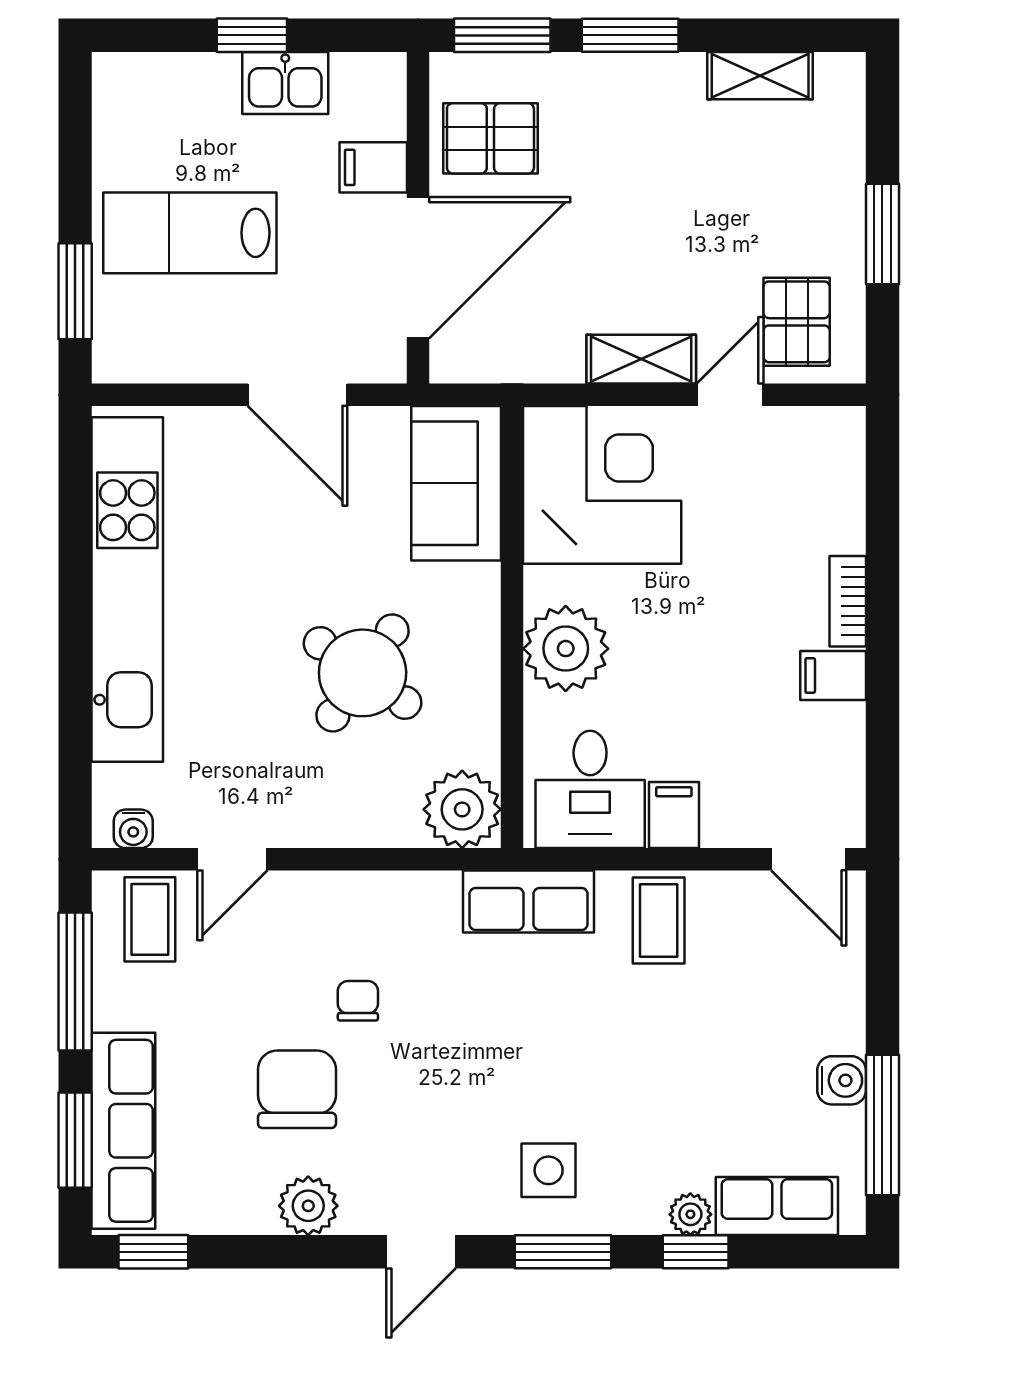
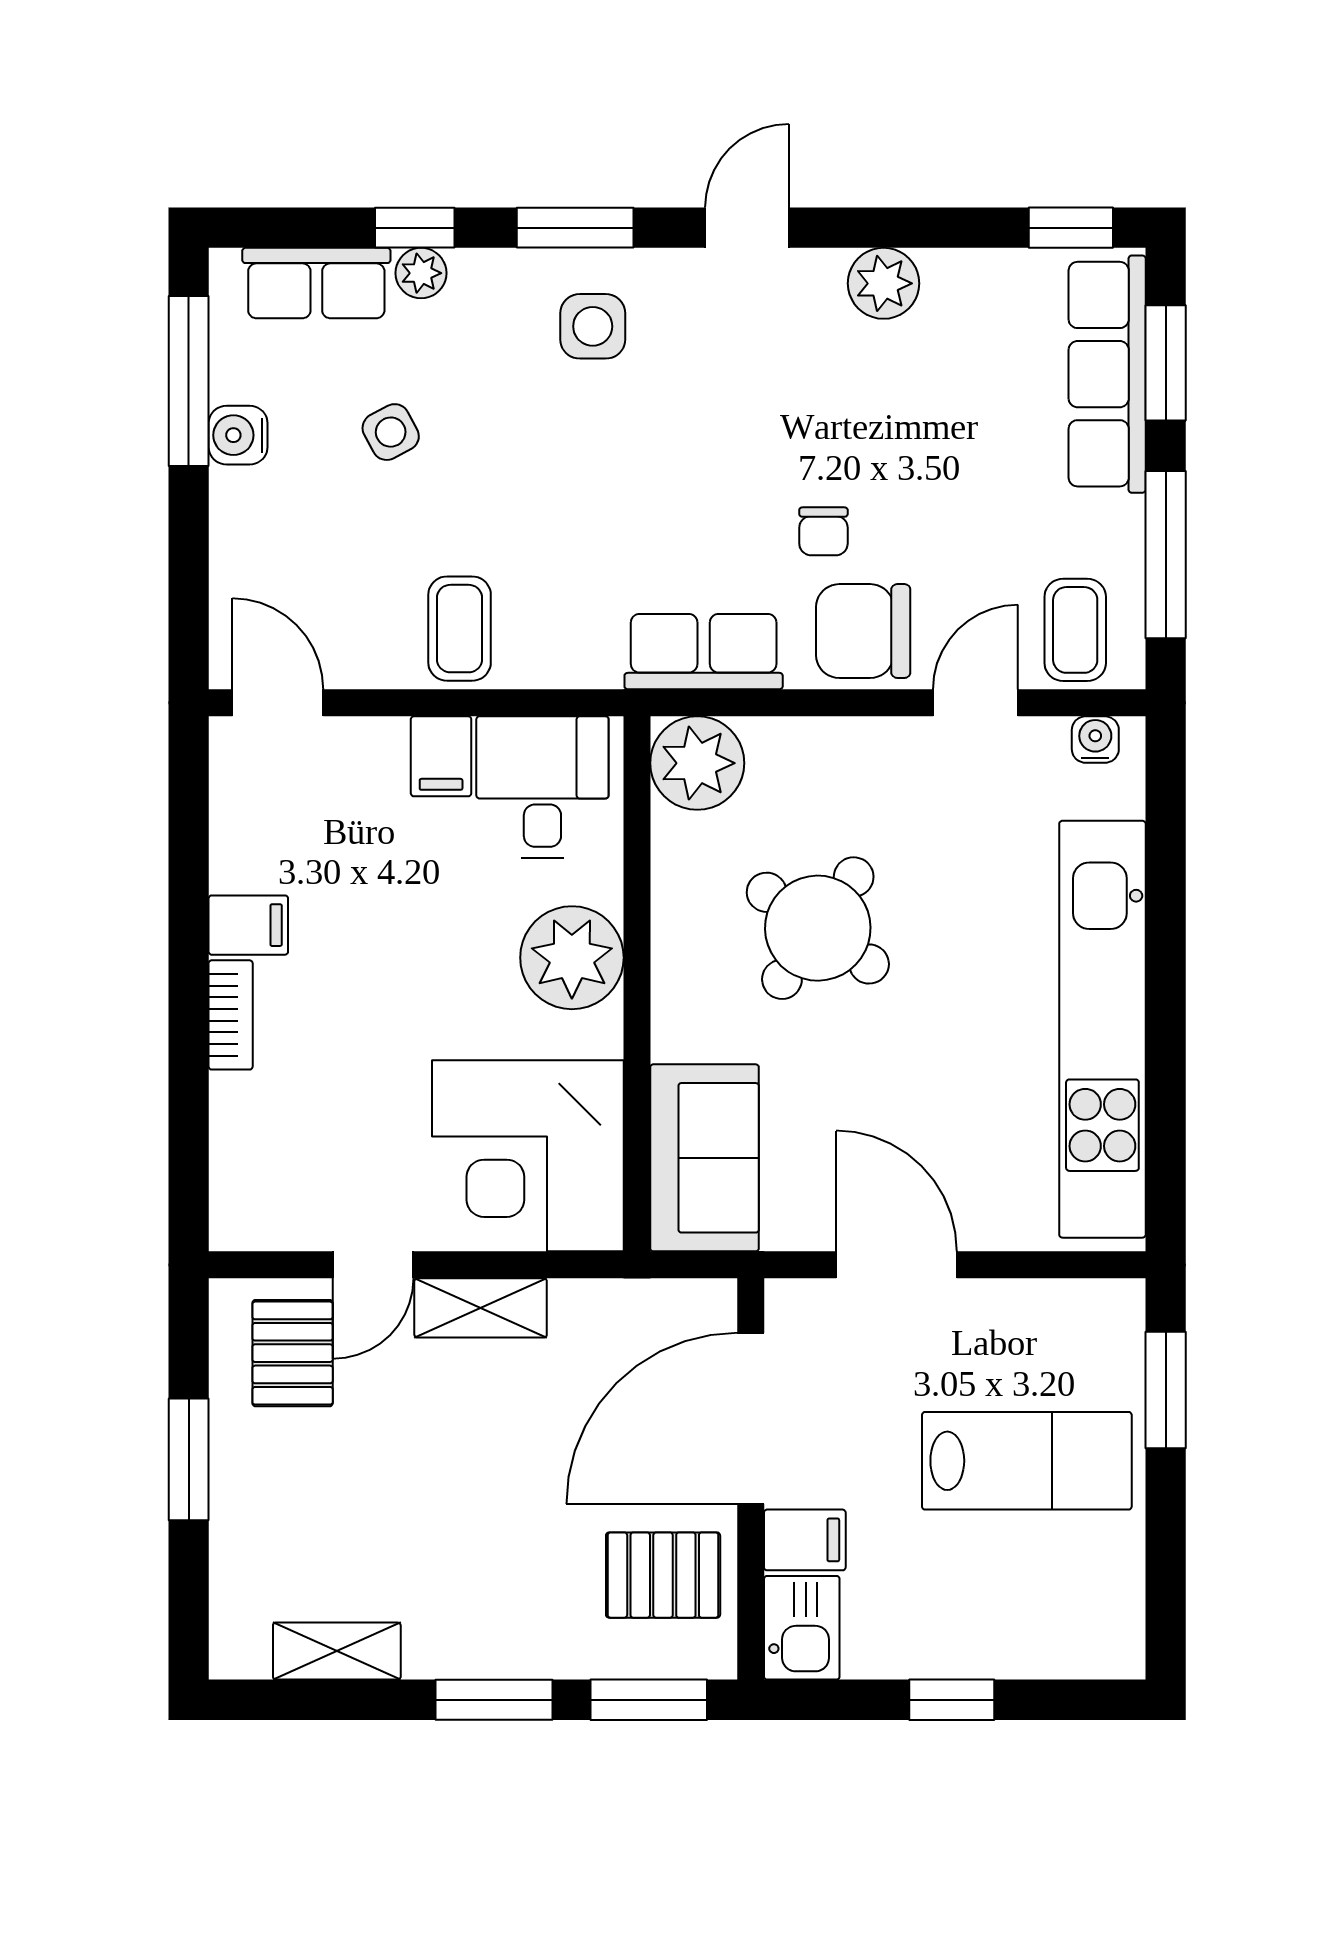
kitchen sink: (285, 83) -> (802, 1628), moved, turned 90
row of seats: (529, 902) -> (704, 652), moved
side table: (716, 1083) -> (391, 432), added
chair: (297, 1089) -> (863, 631), moved, turned 90

